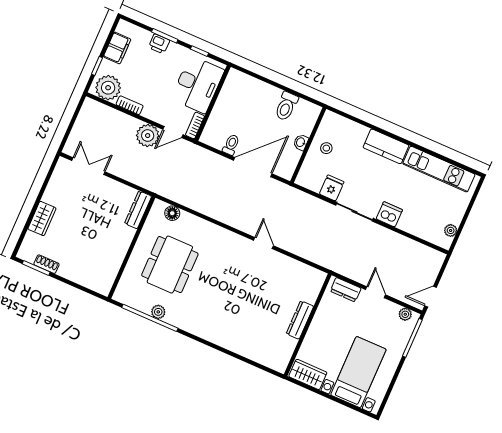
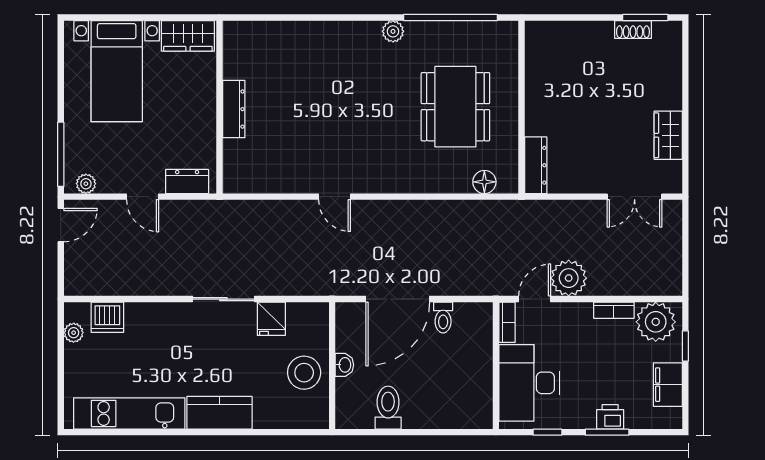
stool: (326, 148) -> (304, 373), width x1.89, depth x1.89
dishwasher: (389, 214) -> (107, 317), moved
wardrobe: (42, 219) -> (668, 135), moved
plant: (158, 312) -> (393, 31), moved

